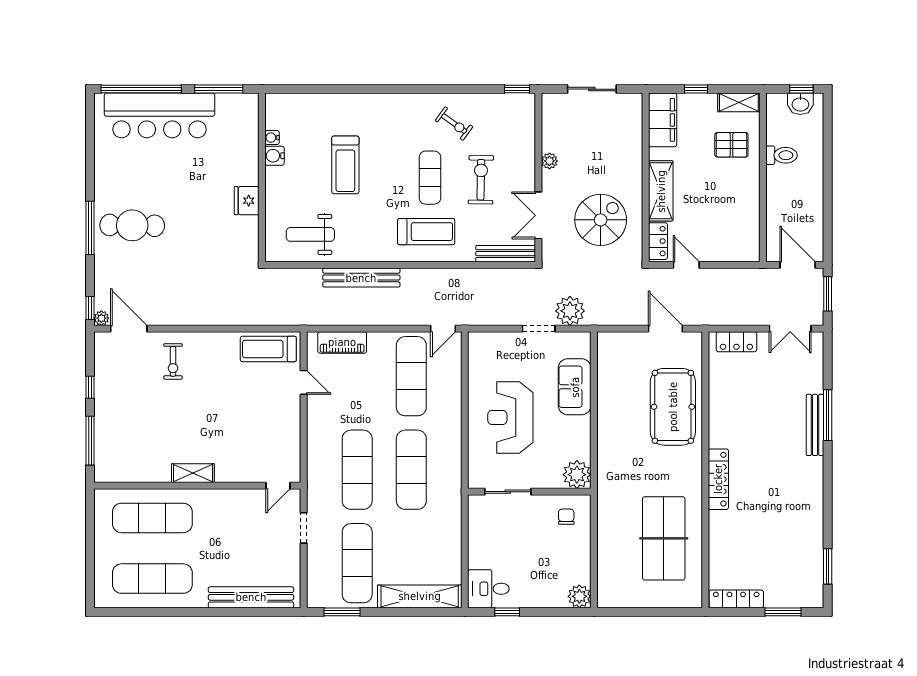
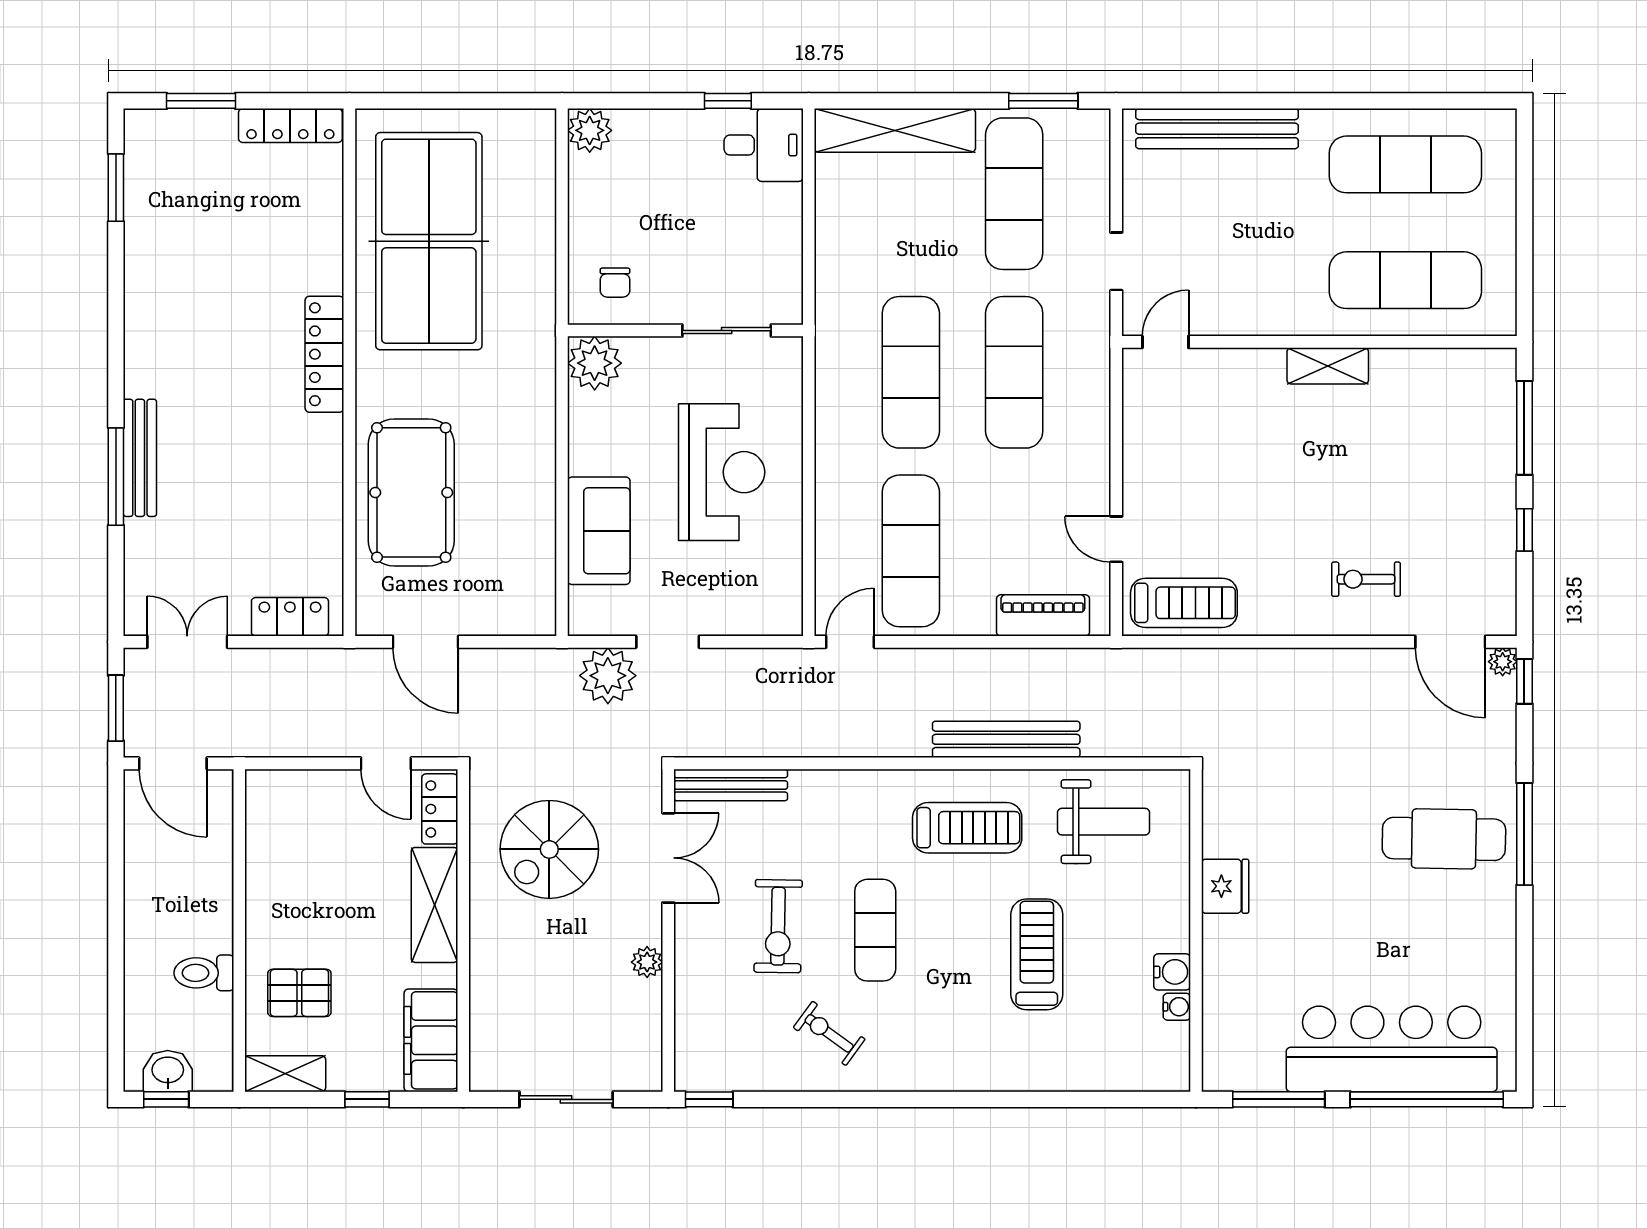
treadmill: (426, 232) -> (967, 828), moved, turned 180
exercise bike: (173, 361) -> (1366, 579), turned -90
table tennis table: (664, 538) -> (429, 241), width x1.36, depth x1.32

